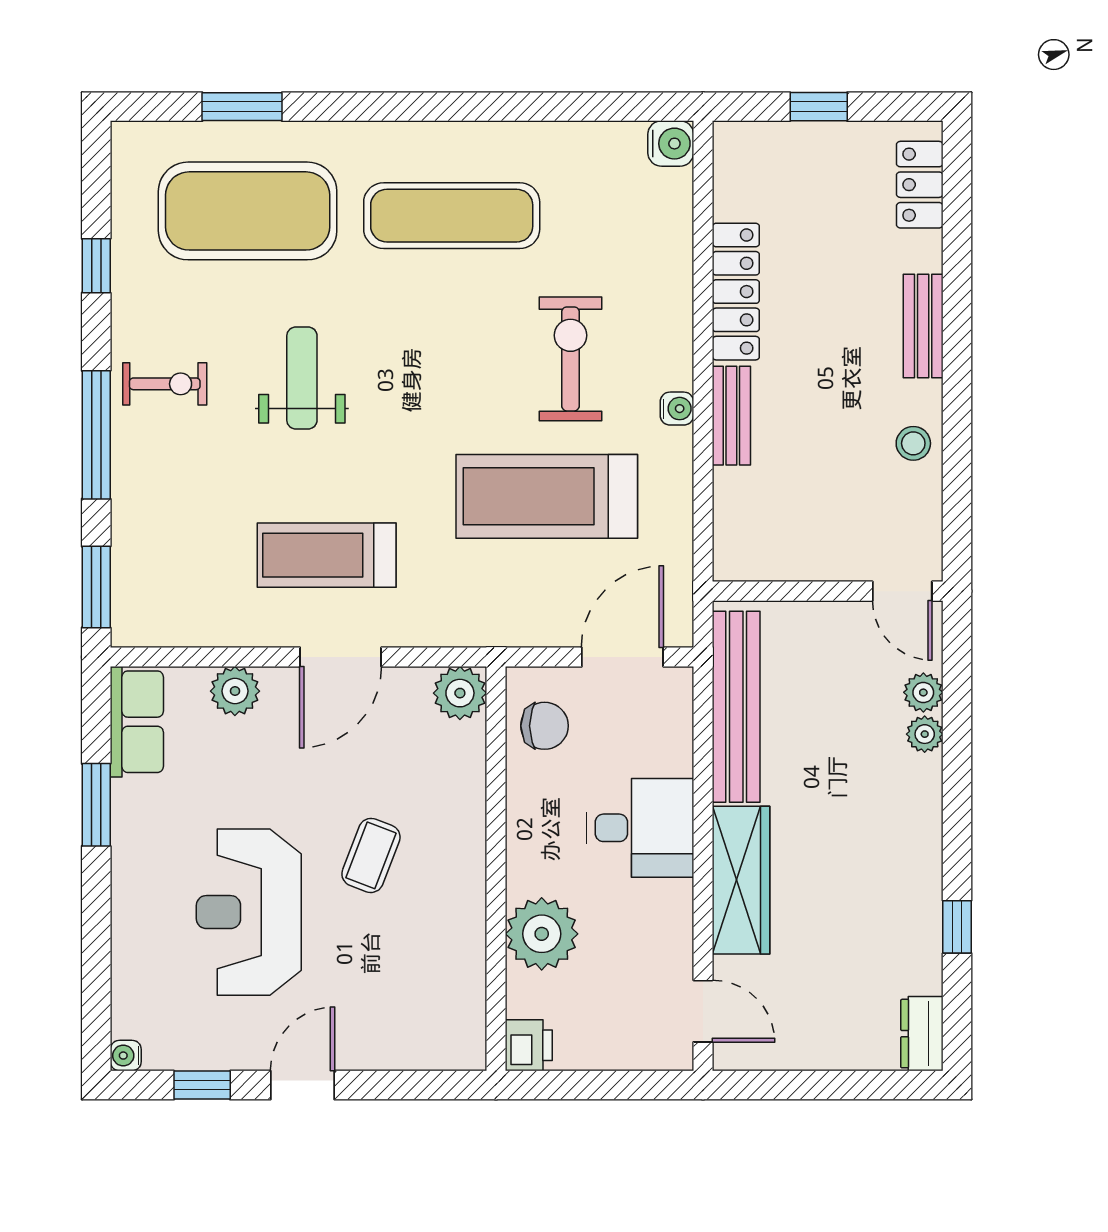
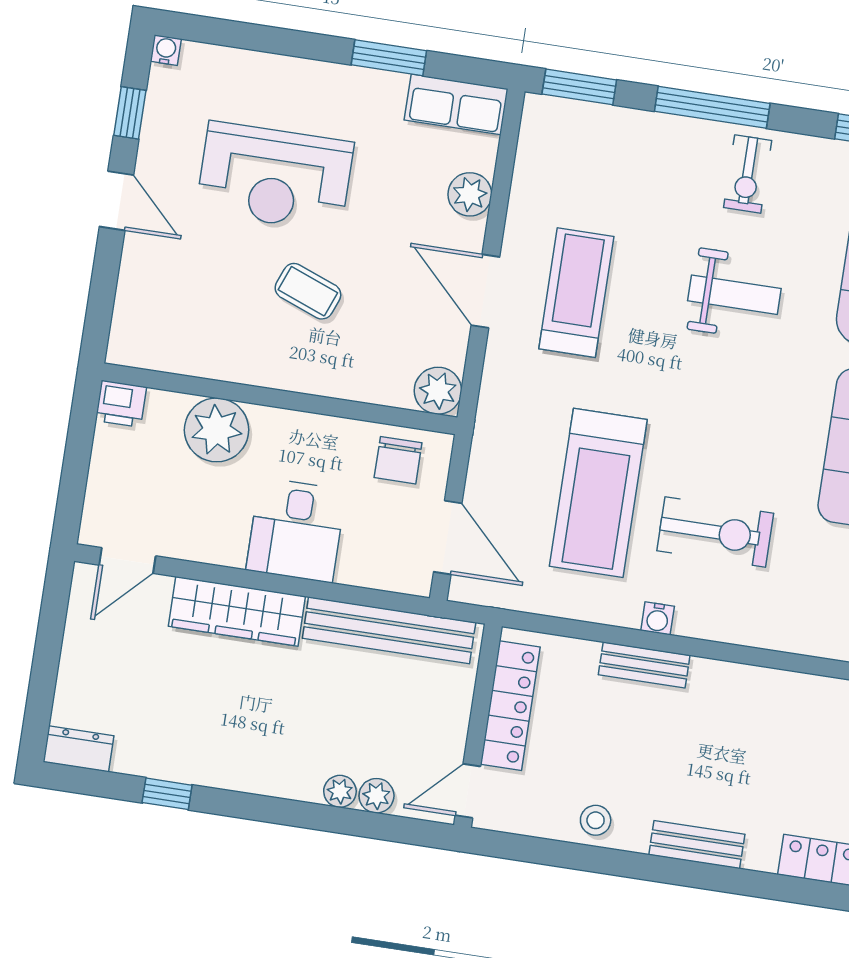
locker: (736, 292) -> (510, 706), moved, turned -90
treadmill: (547, 496) -> (598, 493), turned 180
reception desk: (249, 912) -> (275, 177), turned 180

